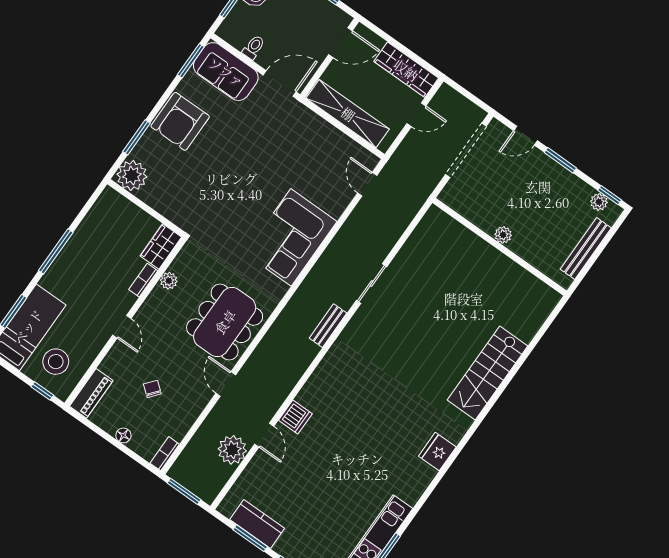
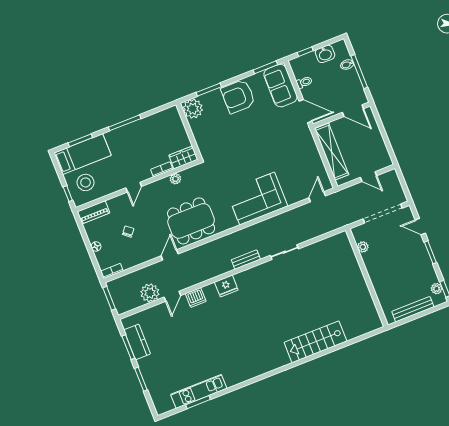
wardrobe: (406, 70) -> (379, 149), removed
plant: (503, 235) -> (363, 247), moved
fridge: (437, 452) -> (226, 286), moved, turned 180

